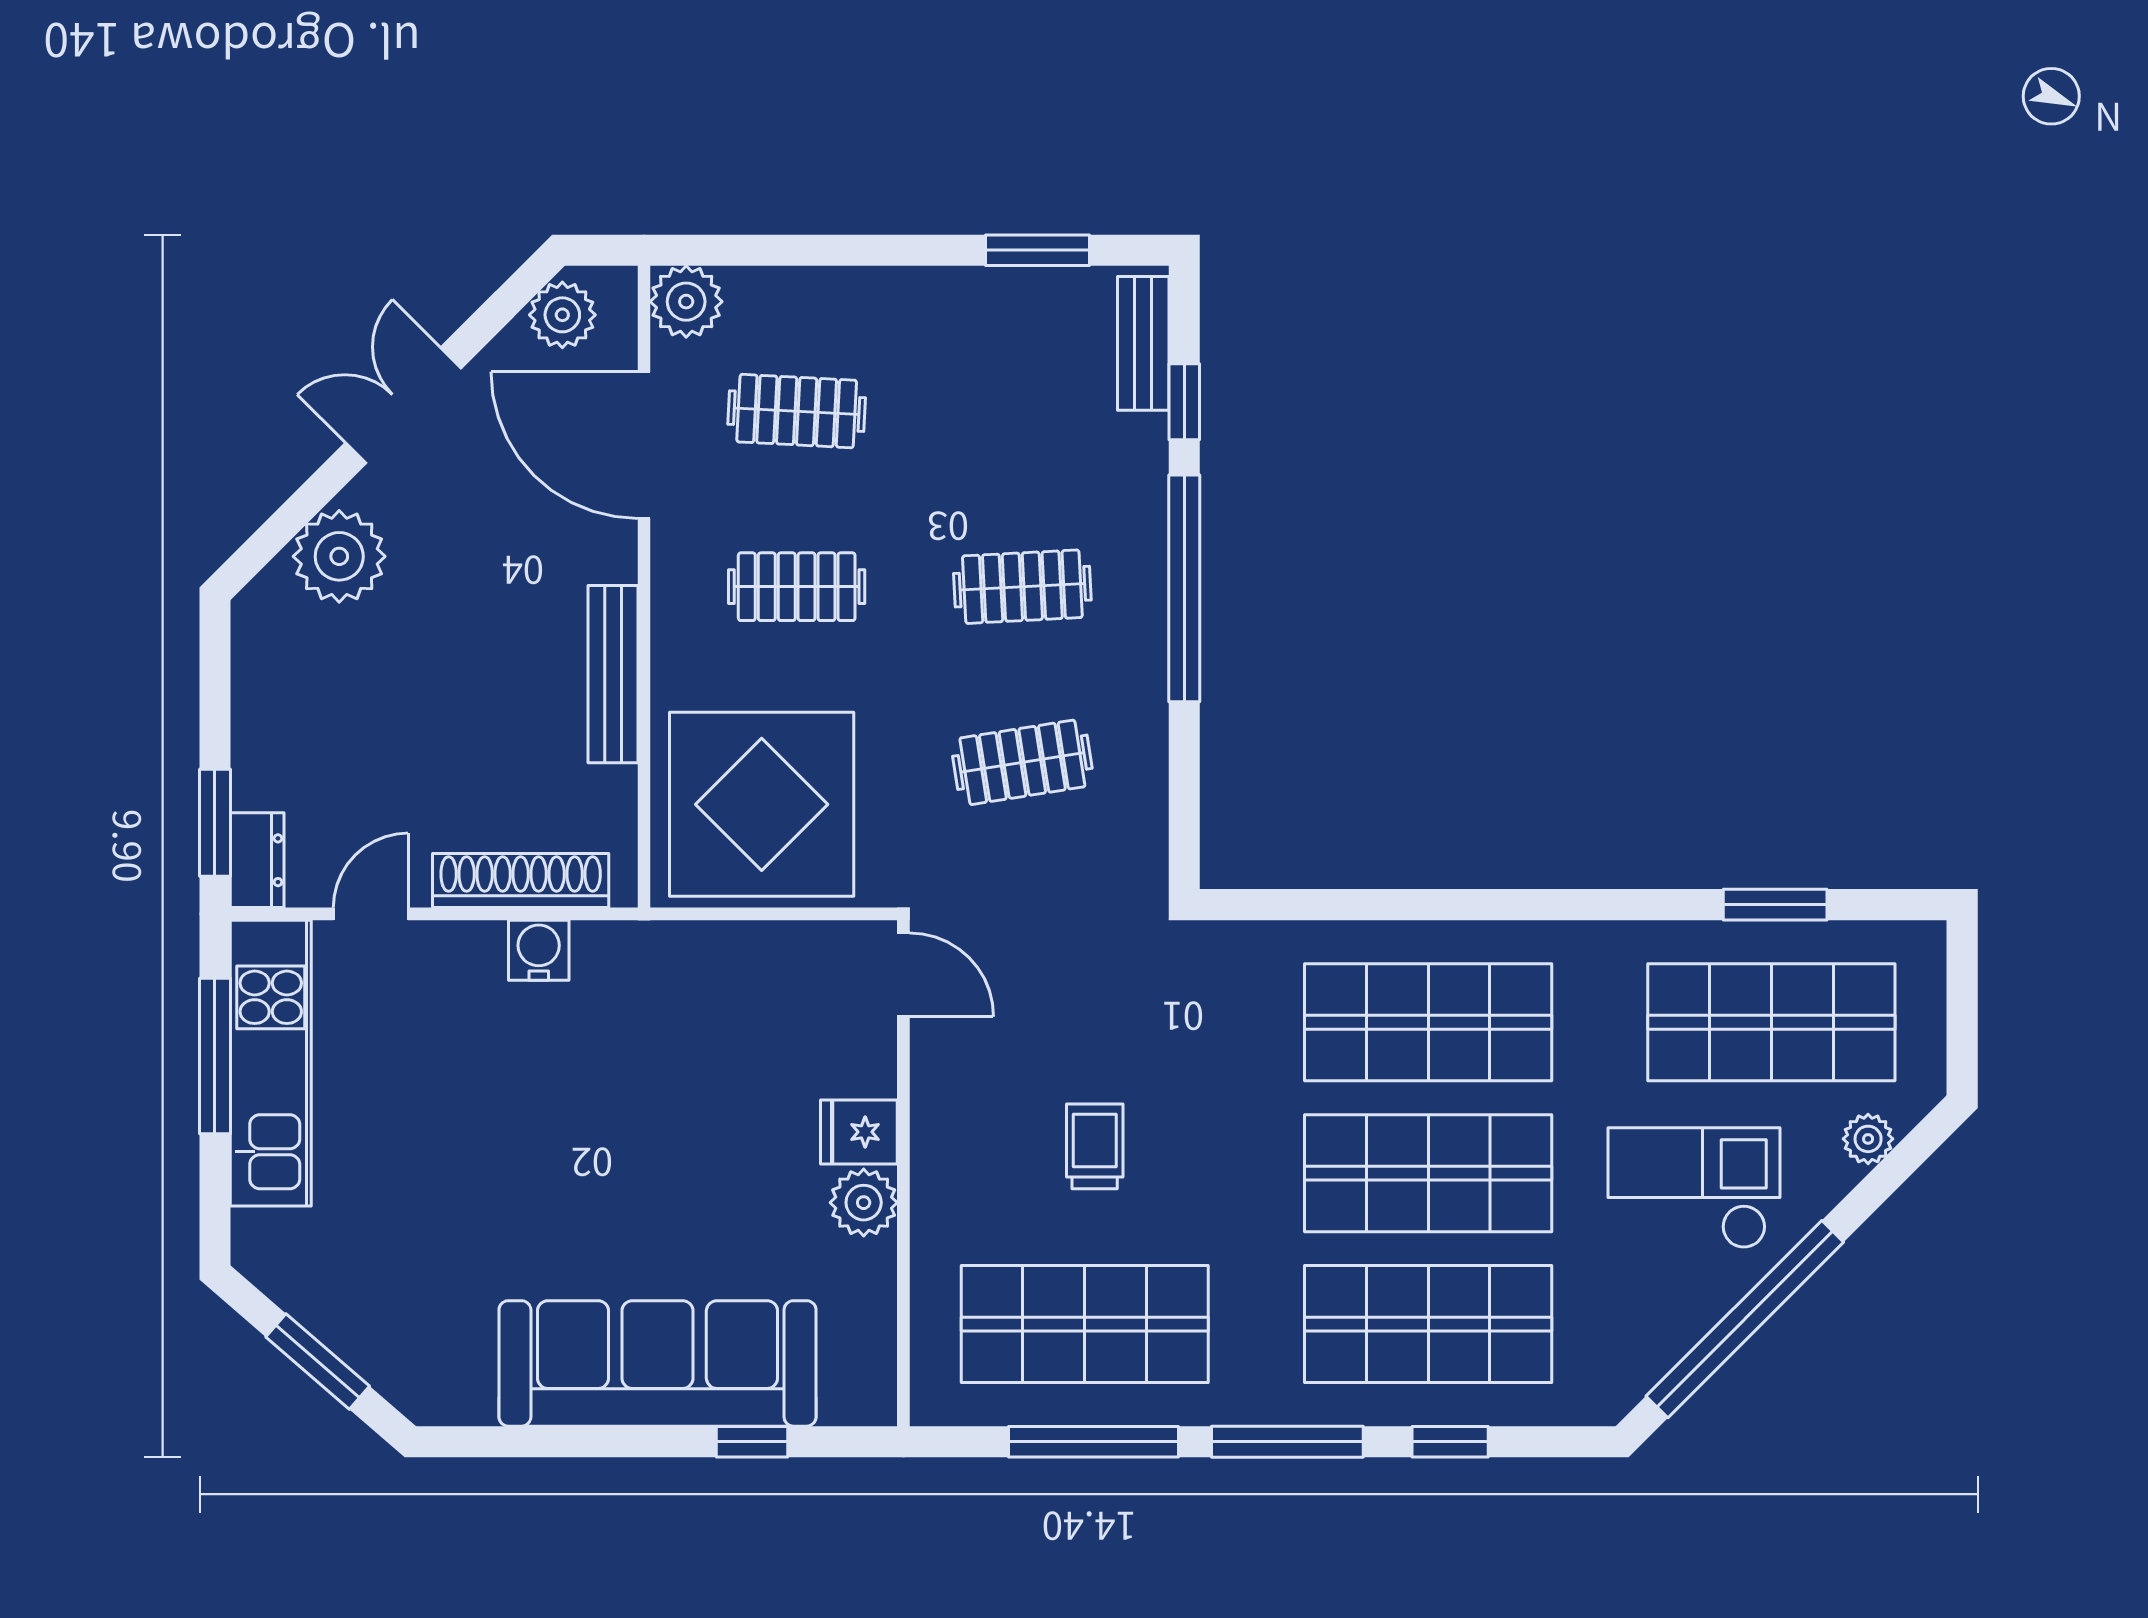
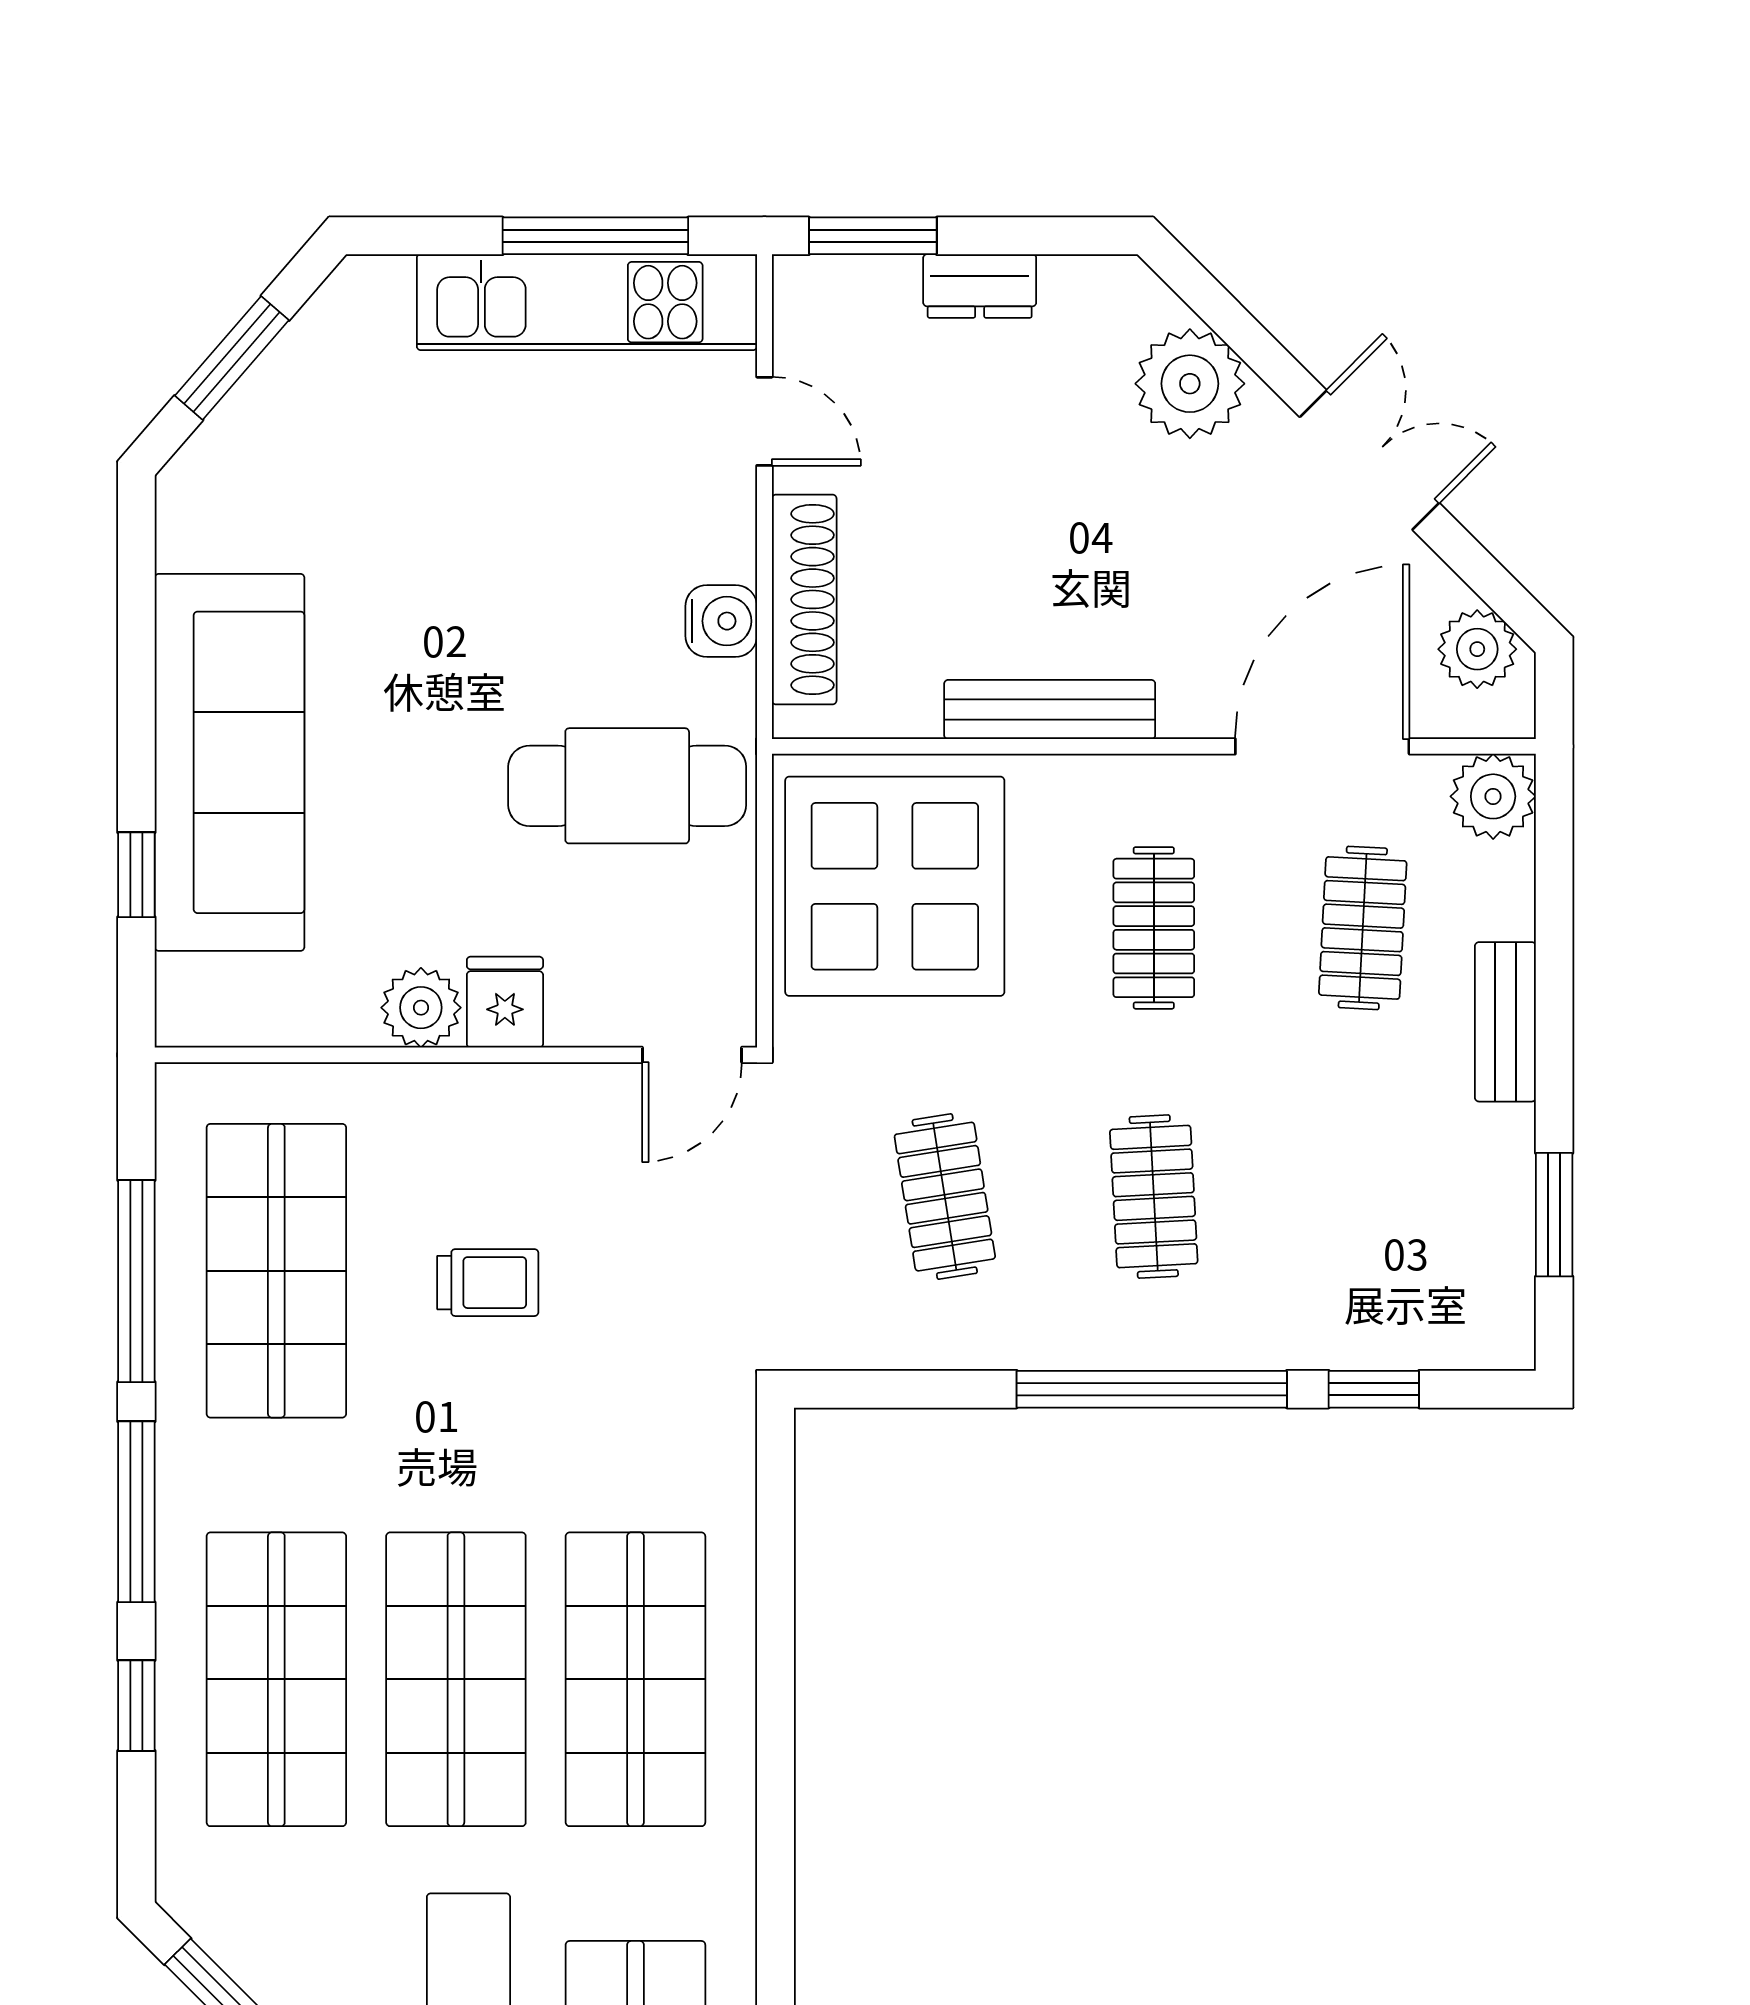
bench: (1143, 343) -> (1505, 1022), moved, turned 90
dresser: (257, 860) -> (980, 286), moved
cafe table: (677, 1029) -> (627, 786), added

